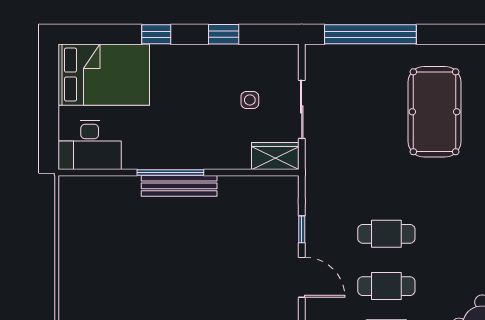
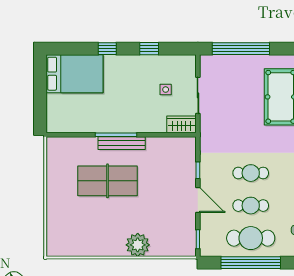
desk: (90, 145) -> (66, 118), removed
table tennis table: (157, 247) -> (108, 181), added

